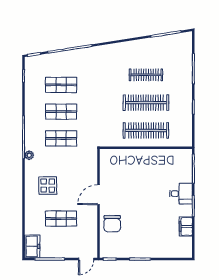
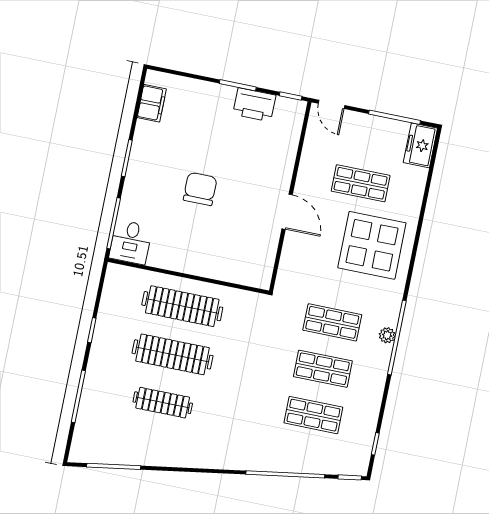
plant: (29, 155) -> (387, 335), moved
display table: (48, 186) -> (372, 245), width x1.86, depth x1.86
desk: (181, 194) -> (131, 242), moved, turned -90
door: (99, 195) -> (287, 212), hinge flipped
chair: (112, 224) -> (200, 189), moved
filing cabinet: (186, 226) -> (152, 103), moved
printer: (129, 250) -> (254, 105), added
door: (86, 259) -> (331, 104), swing flipped

